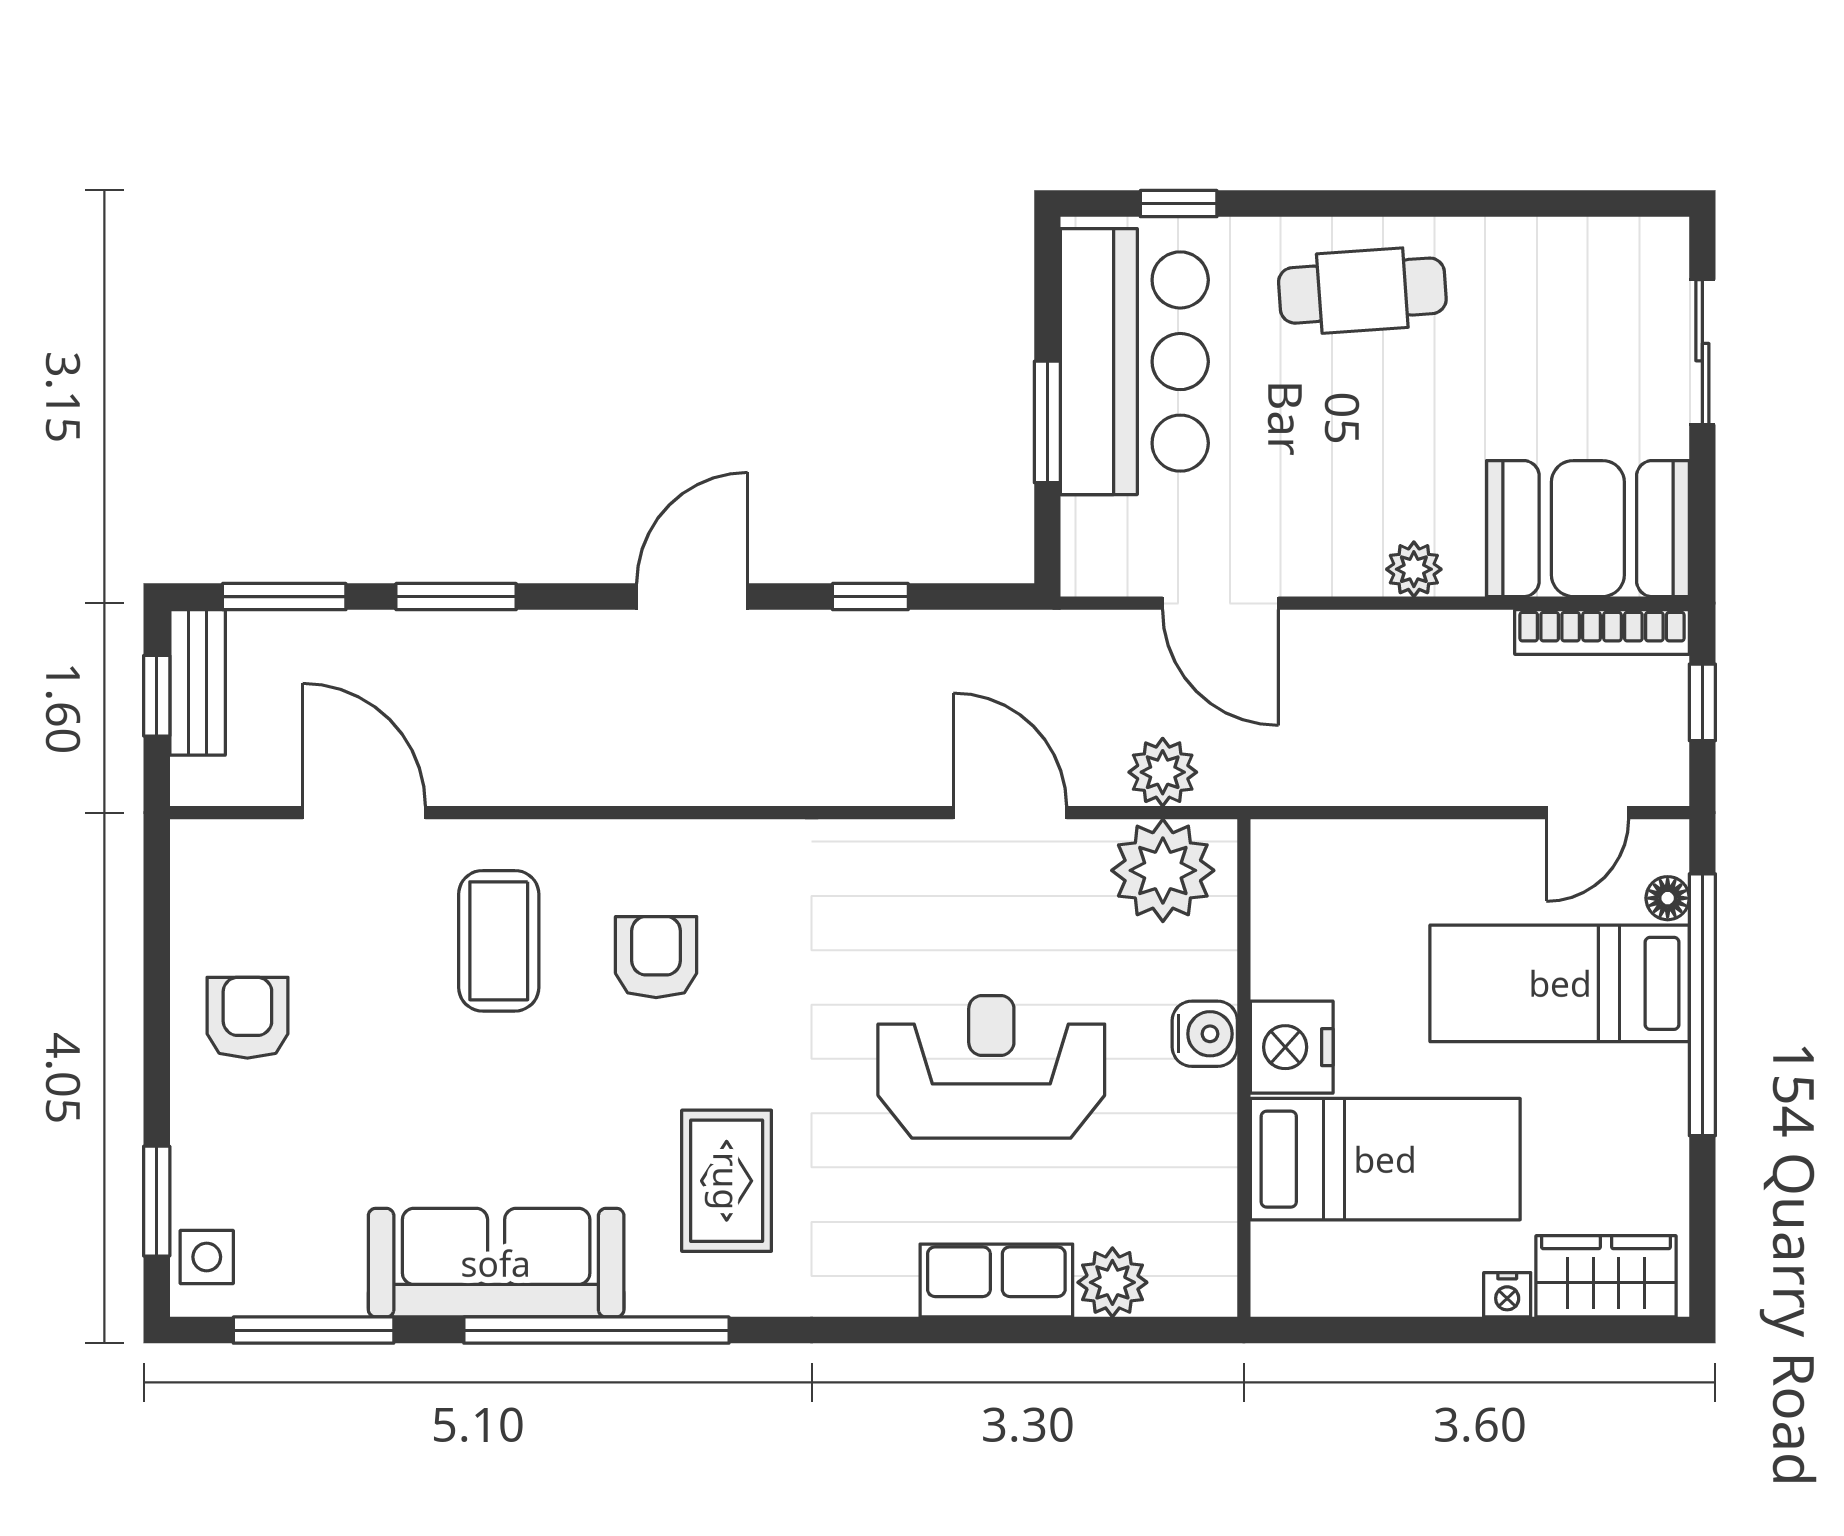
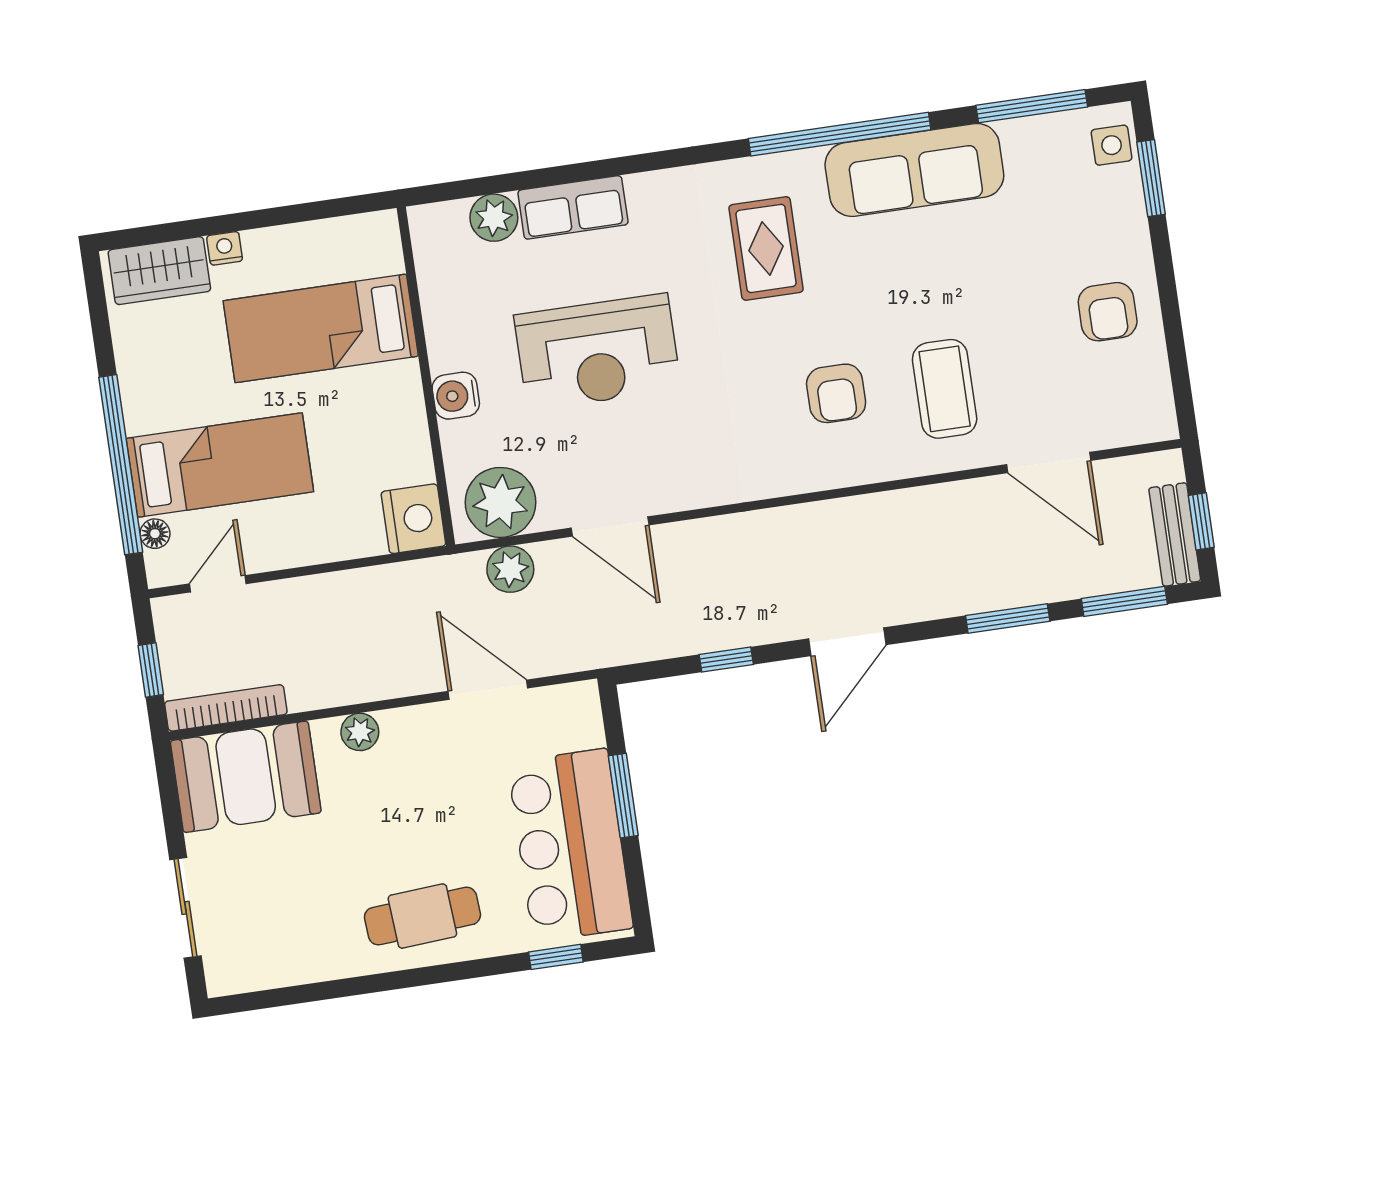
nightstand: (1292, 1047) -> (413, 519), moved

